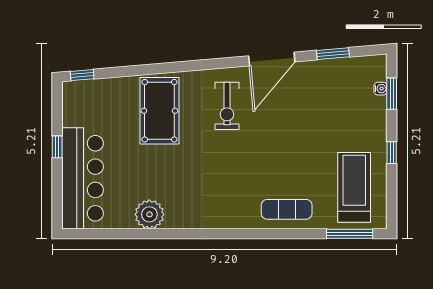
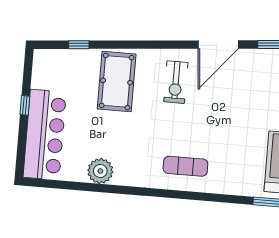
window: (82, 75) -> (79, 45), moved
exercise mat: (287, 209) -> (185, 166), moved

